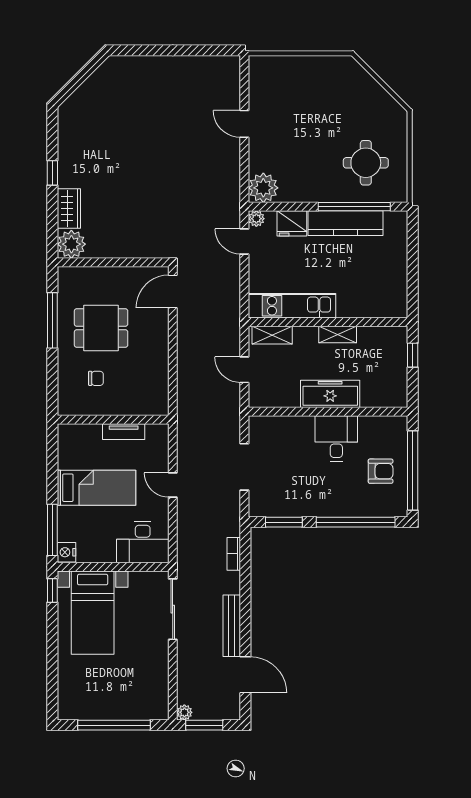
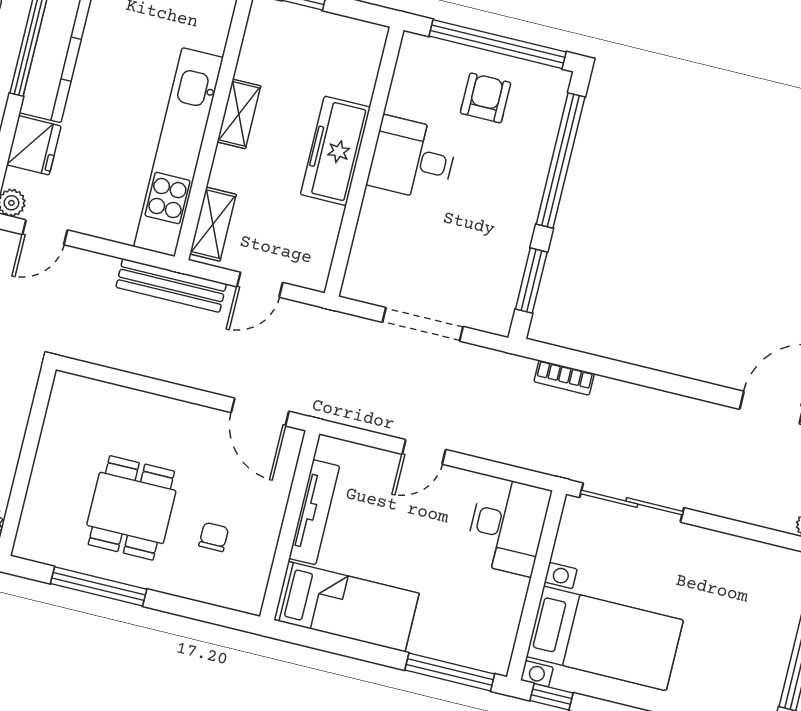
door: (173, 291) -> (260, 412), moved
kitchen unit: (292, 306) -> (179, 152), width x1.36
tv unit: (124, 432) -> (314, 512), width x1.41
bed: (96, 488) -> (346, 607), moved, turned 90
nightstand: (66, 552) -> (493, 658), removed
bench: (232, 626) -> (171, 285), moved

